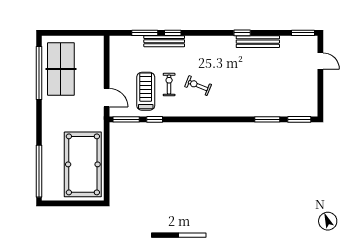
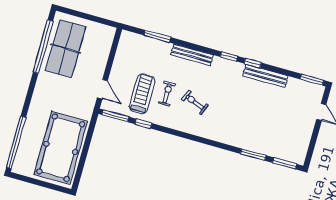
window: (173, 33) -> (229, 56), moved
bench: (164, 41) -> (192, 55), moved

